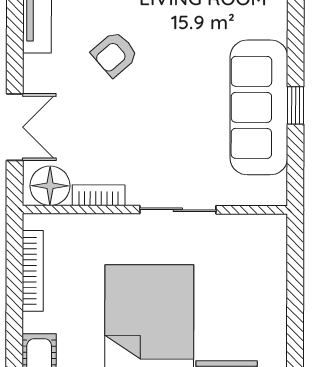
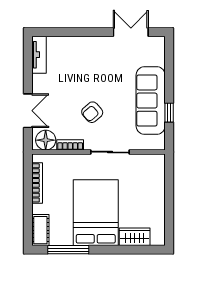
armchair: (115, 54) -> (92, 112), moved
window: (295, 105) -> (169, 113), moved

